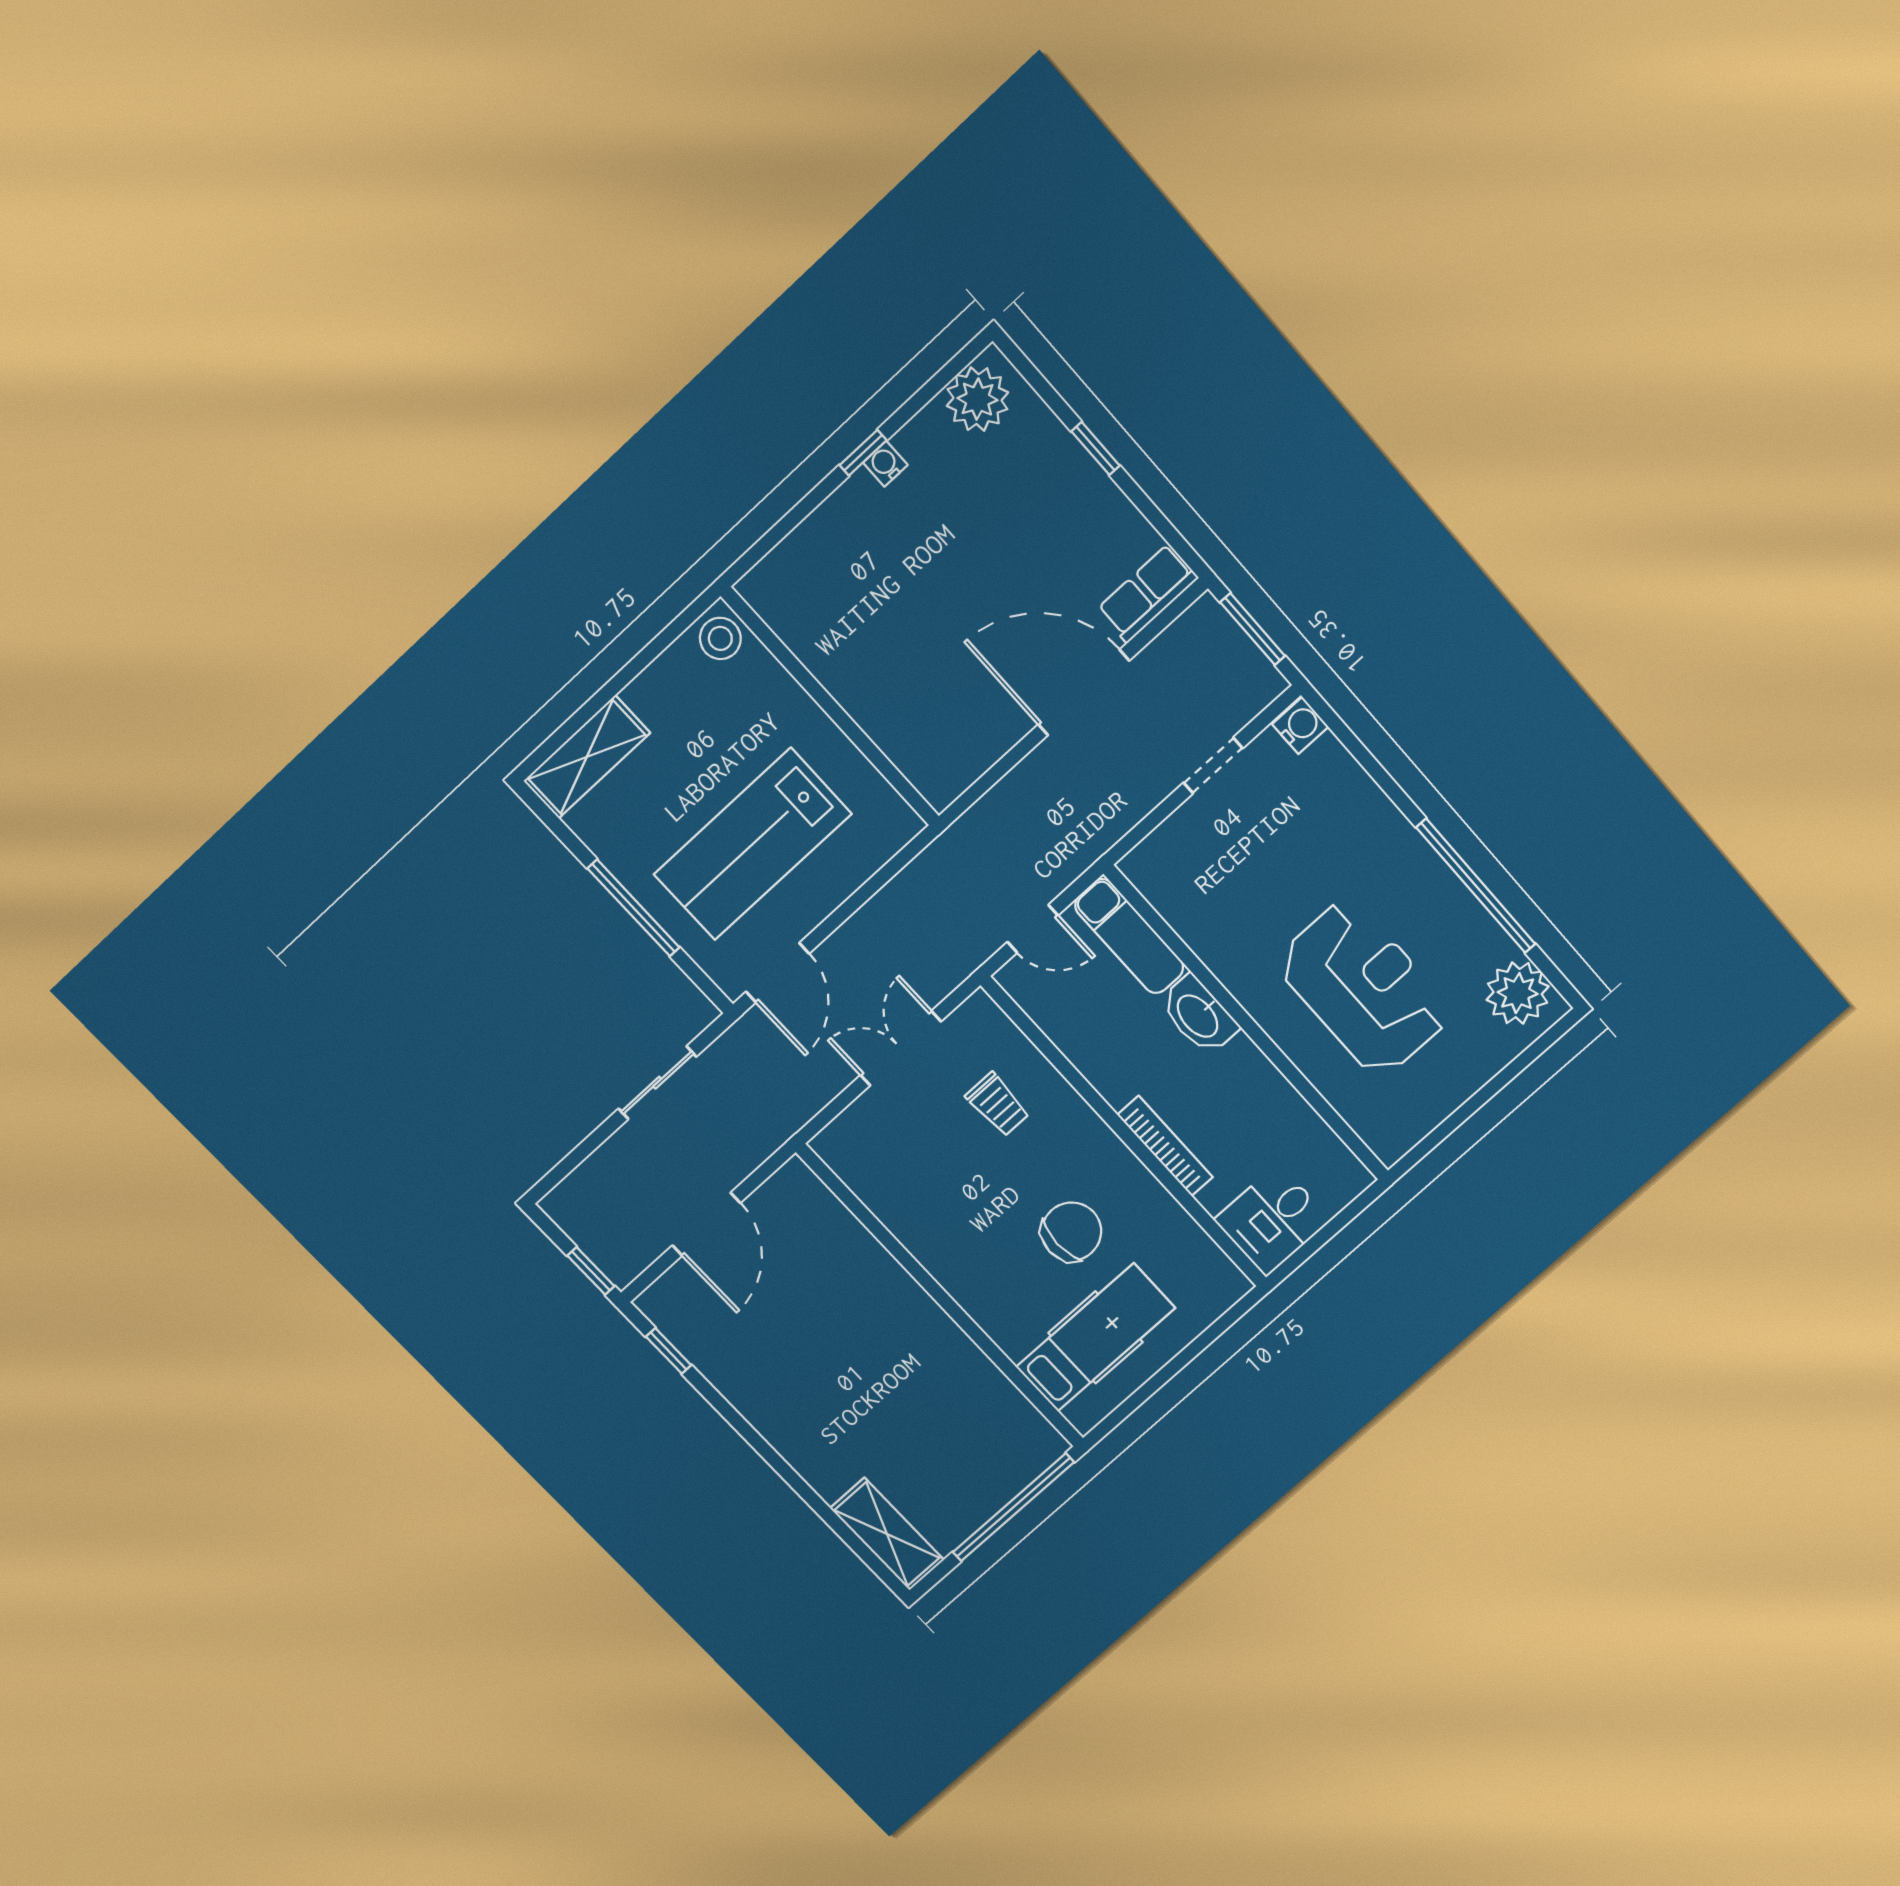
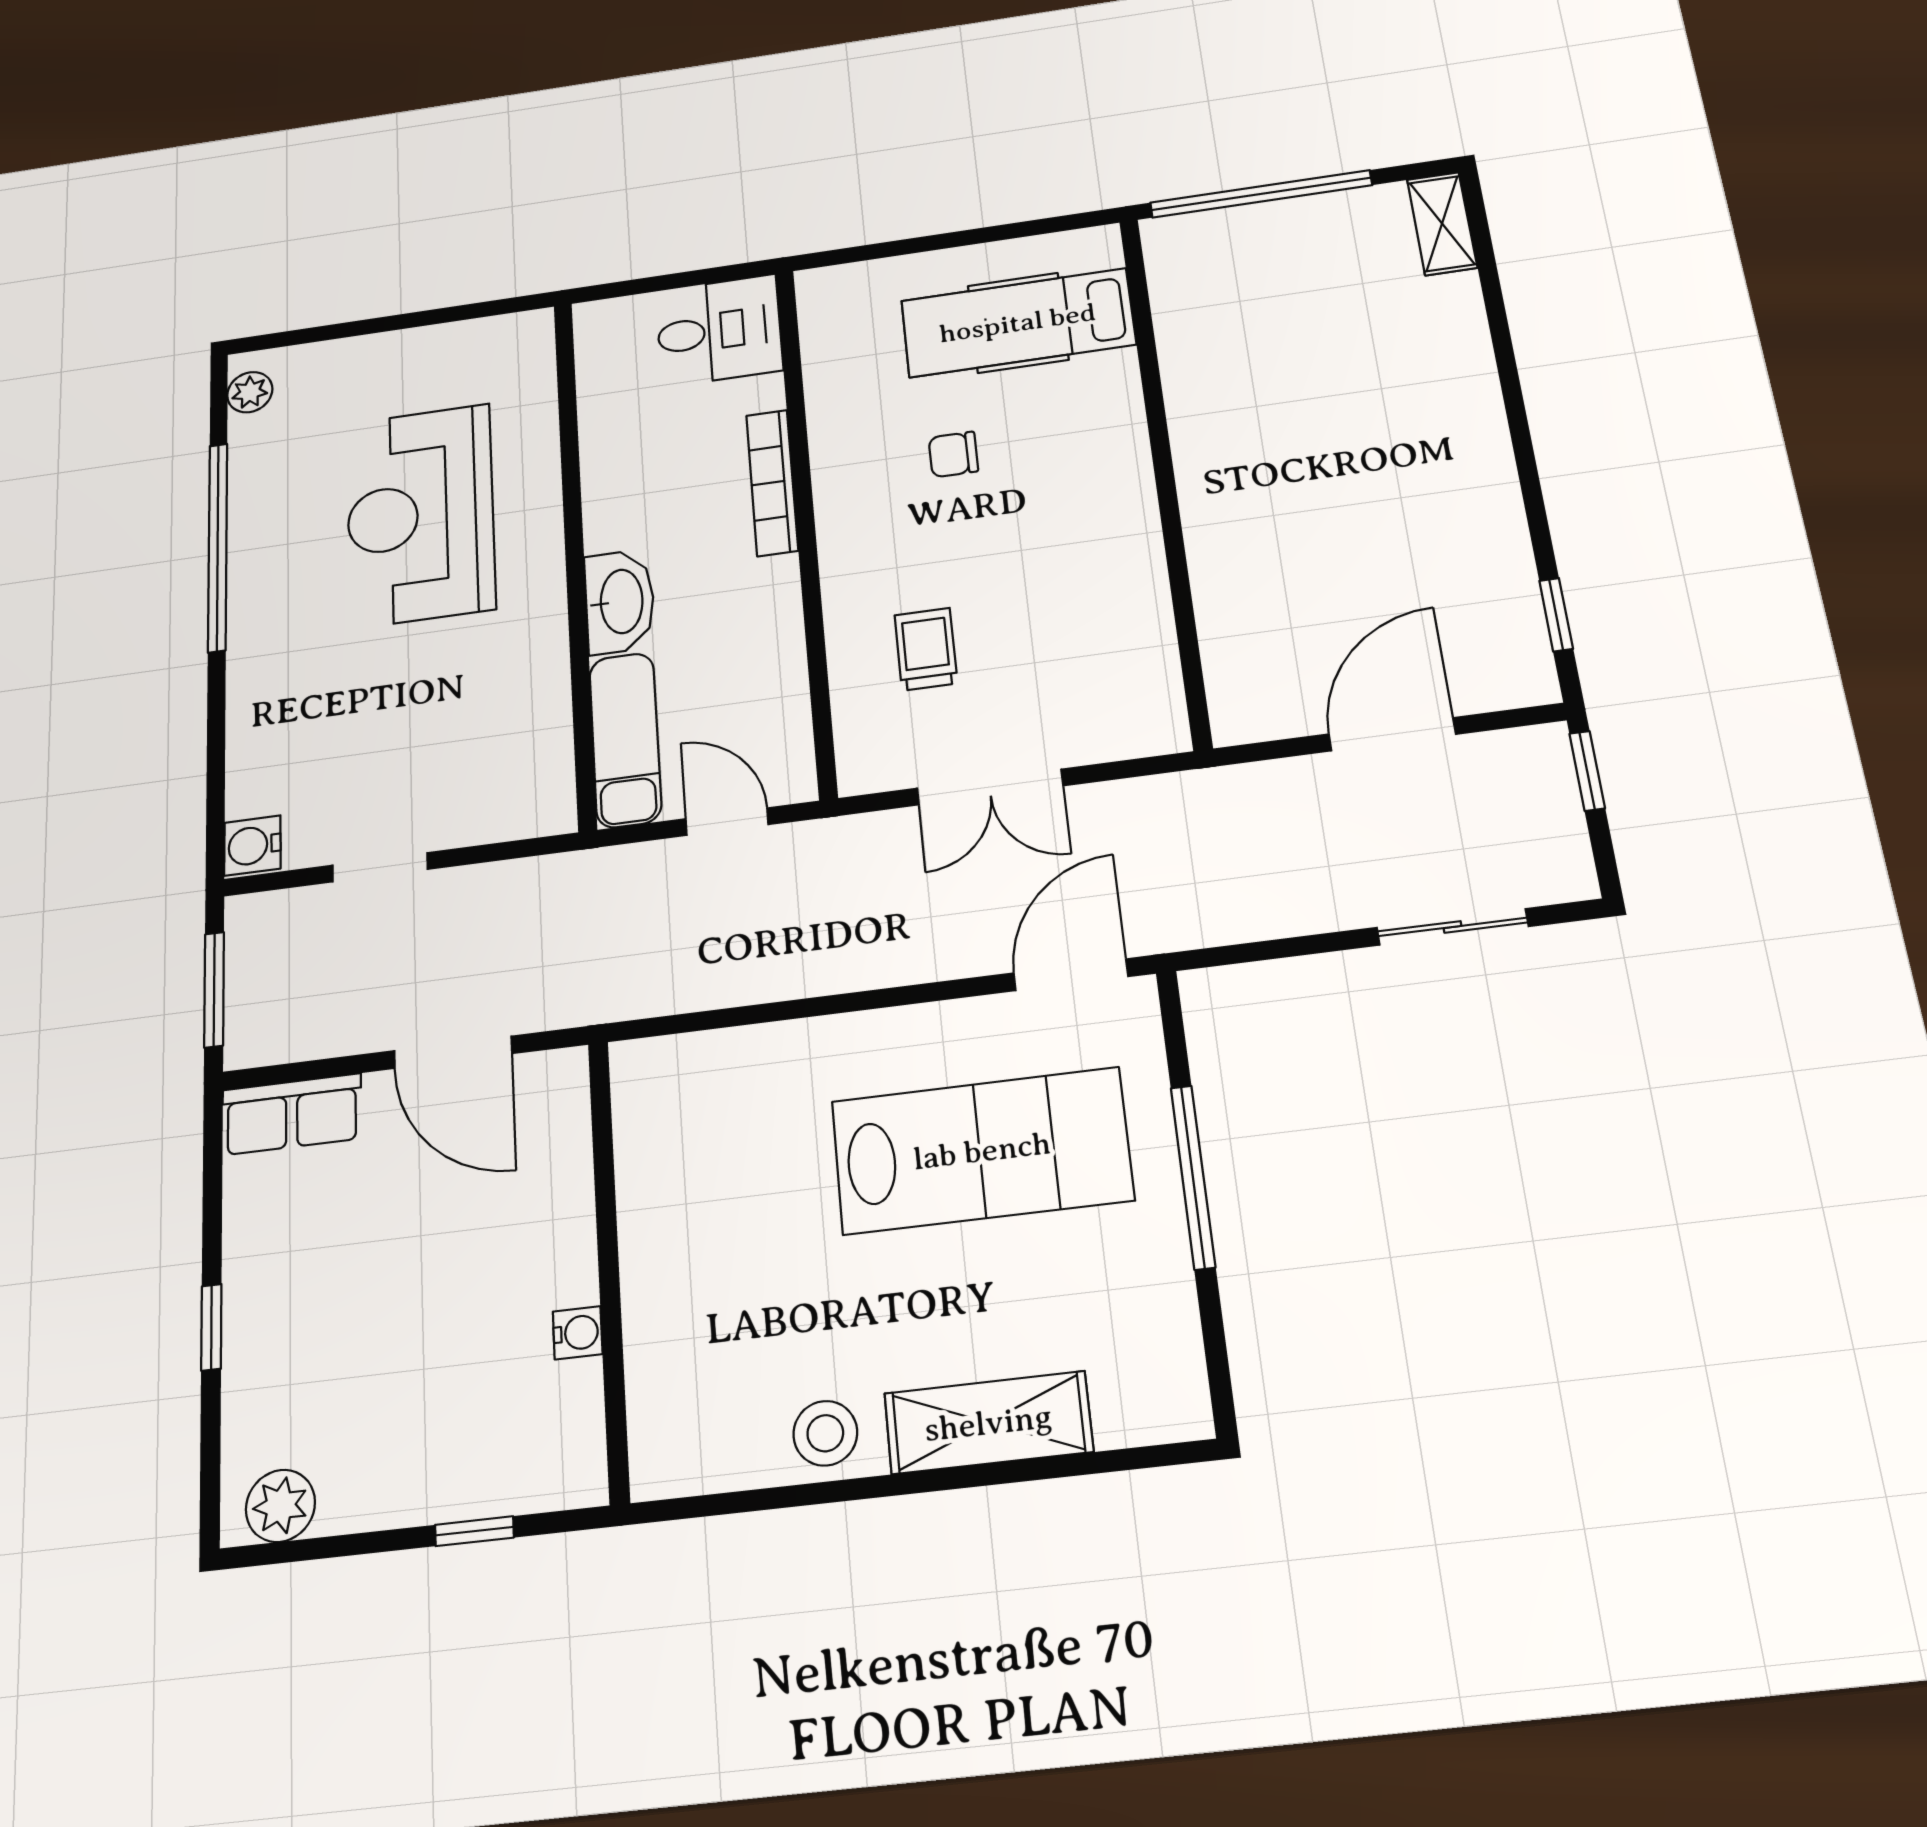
plant: (977, 399) -> (280, 1506), width x0.73, depth x0.73
water cooler: (885, 464) -> (578, 1333), moved, turned -90
door: (1084, 693) -> (453, 1052), width x0.73
wall: (831, 707) -> (609, 1266), moved
shelving: (587, 757) -> (988, 1423), moved
plant: (1518, 993) -> (250, 392), width x0.53, depth x0.53
sliding door: (657, 1083) -> (1453, 927), moved
chair: (1071, 1232) -> (953, 454), width x0.54, depth x0.54
shelving: (887, 1534) -> (1442, 224), width x0.67, depth x0.75

